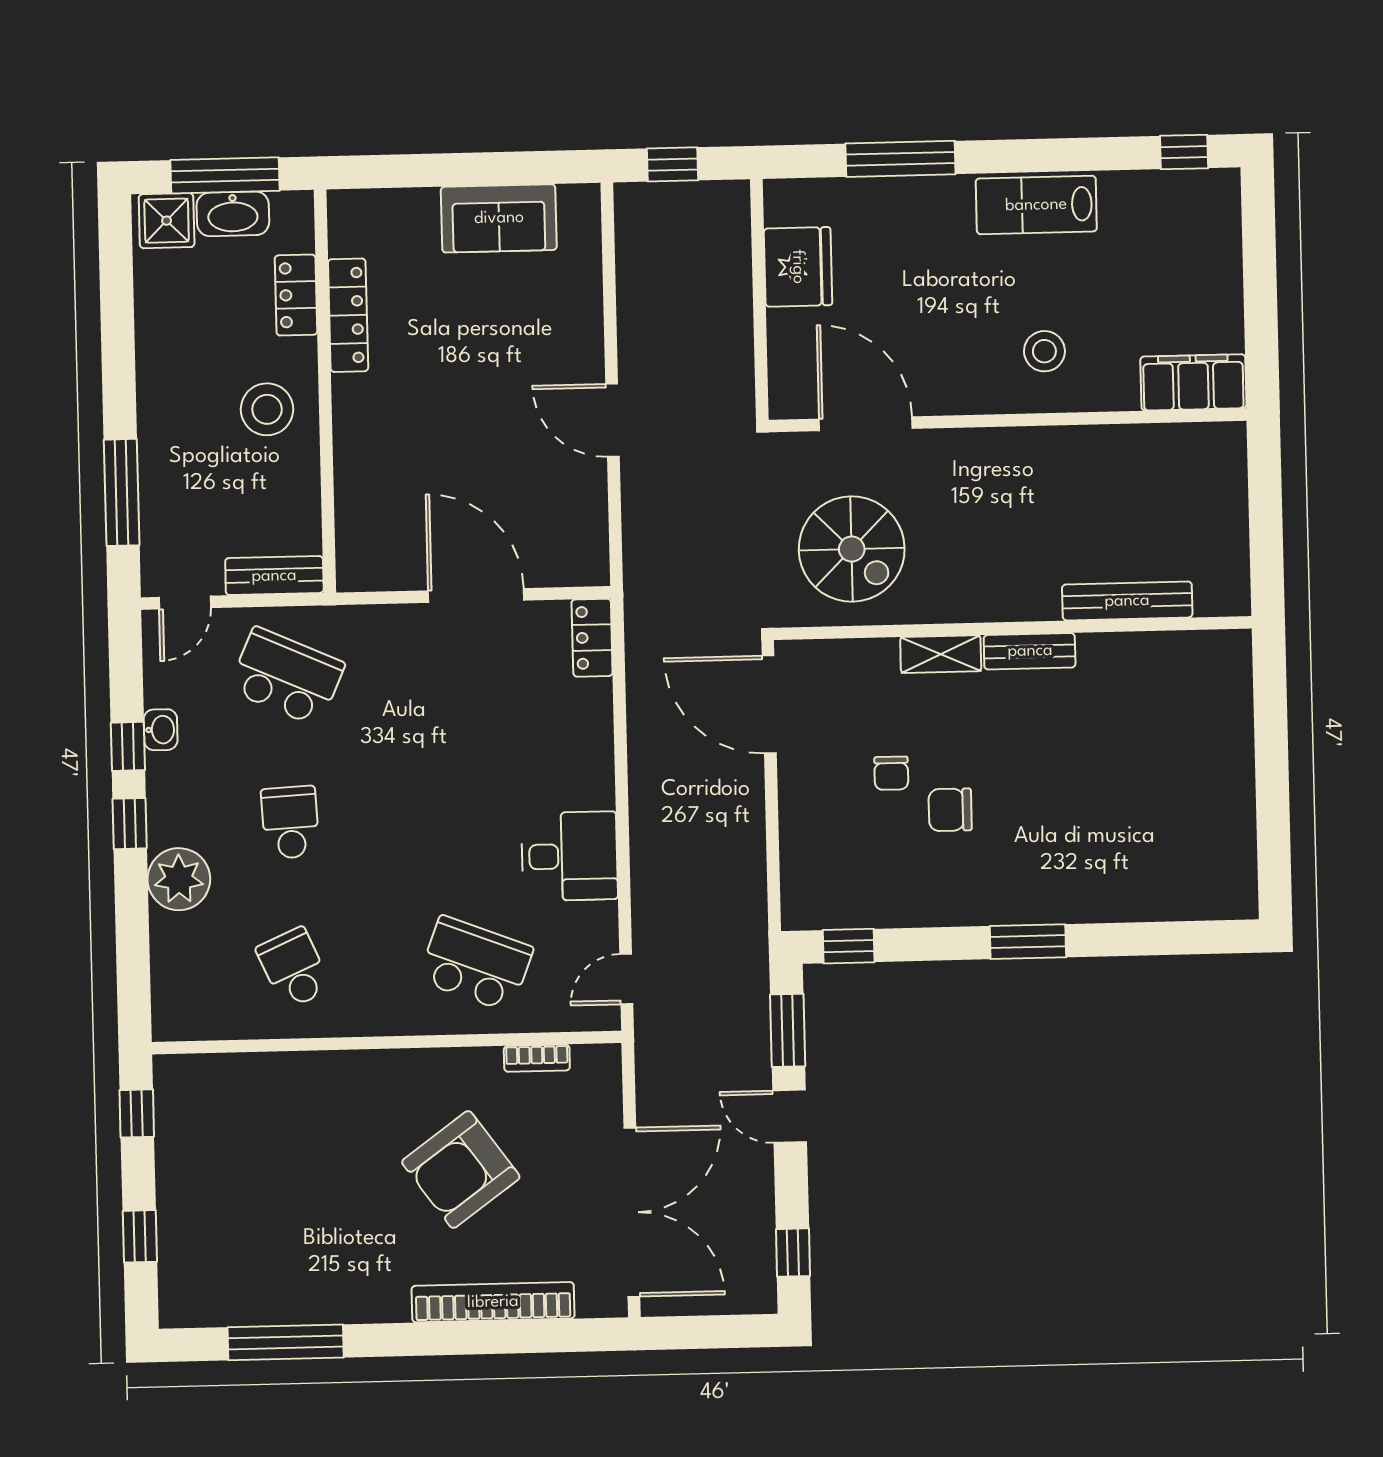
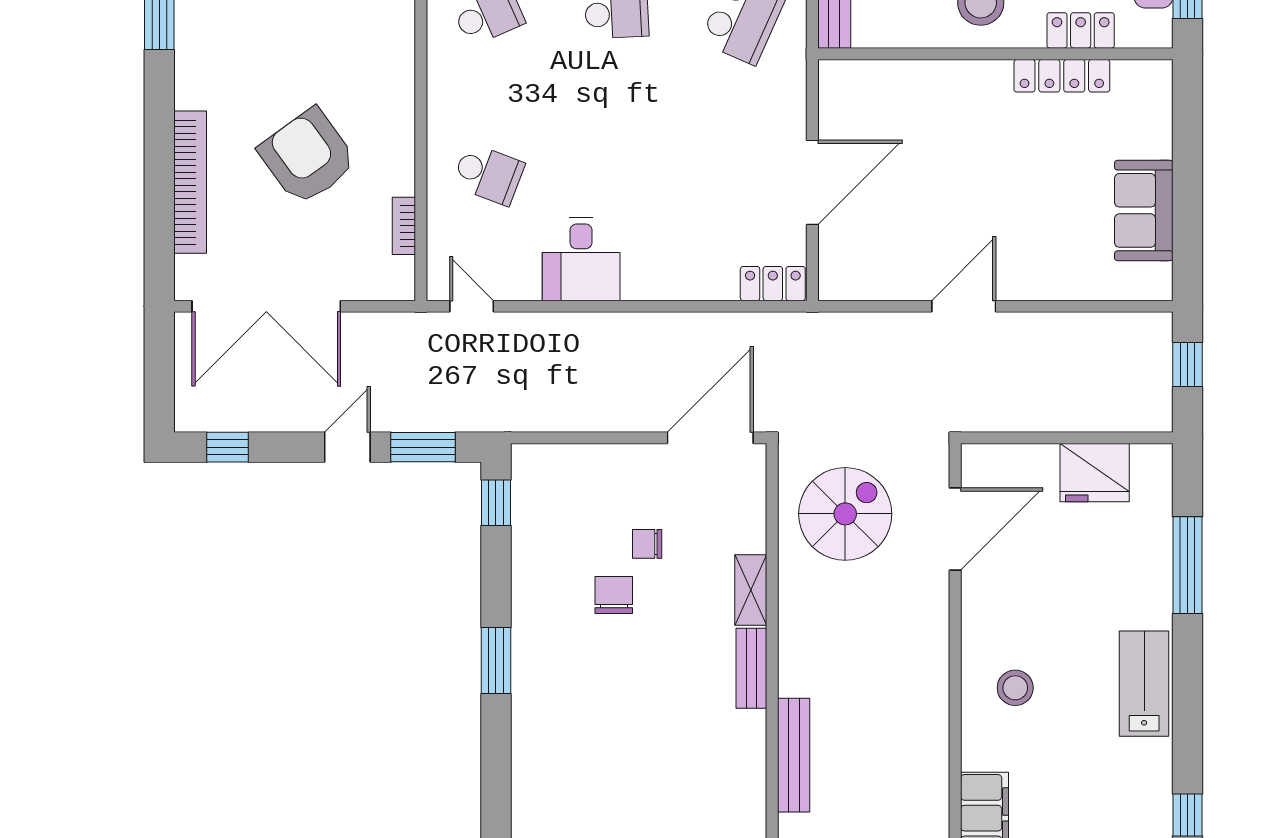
spiral stairs: (852, 549) -> (845, 514), turned 180
school desk: (476, 964) -> (488, 174), width x0.54

